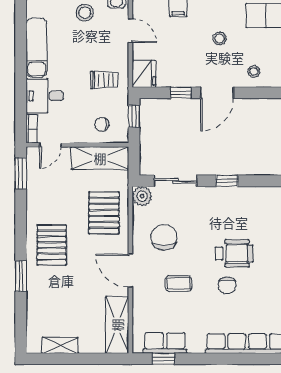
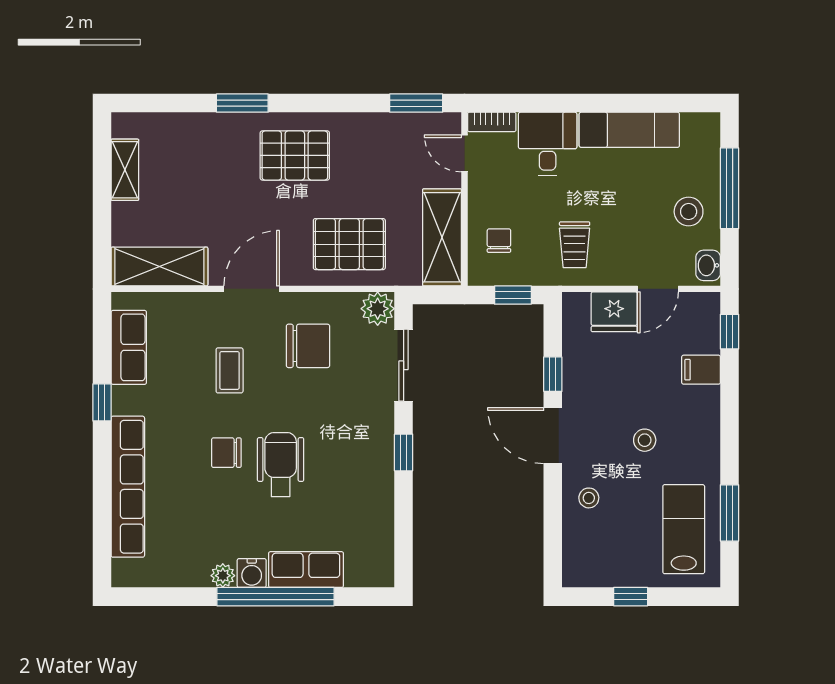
fridge: (144, 74) -> (614, 312), moved
wheelchair: (234, 253) -> (281, 465), turned 180
window: (163, 359) -> (102, 402), moved

